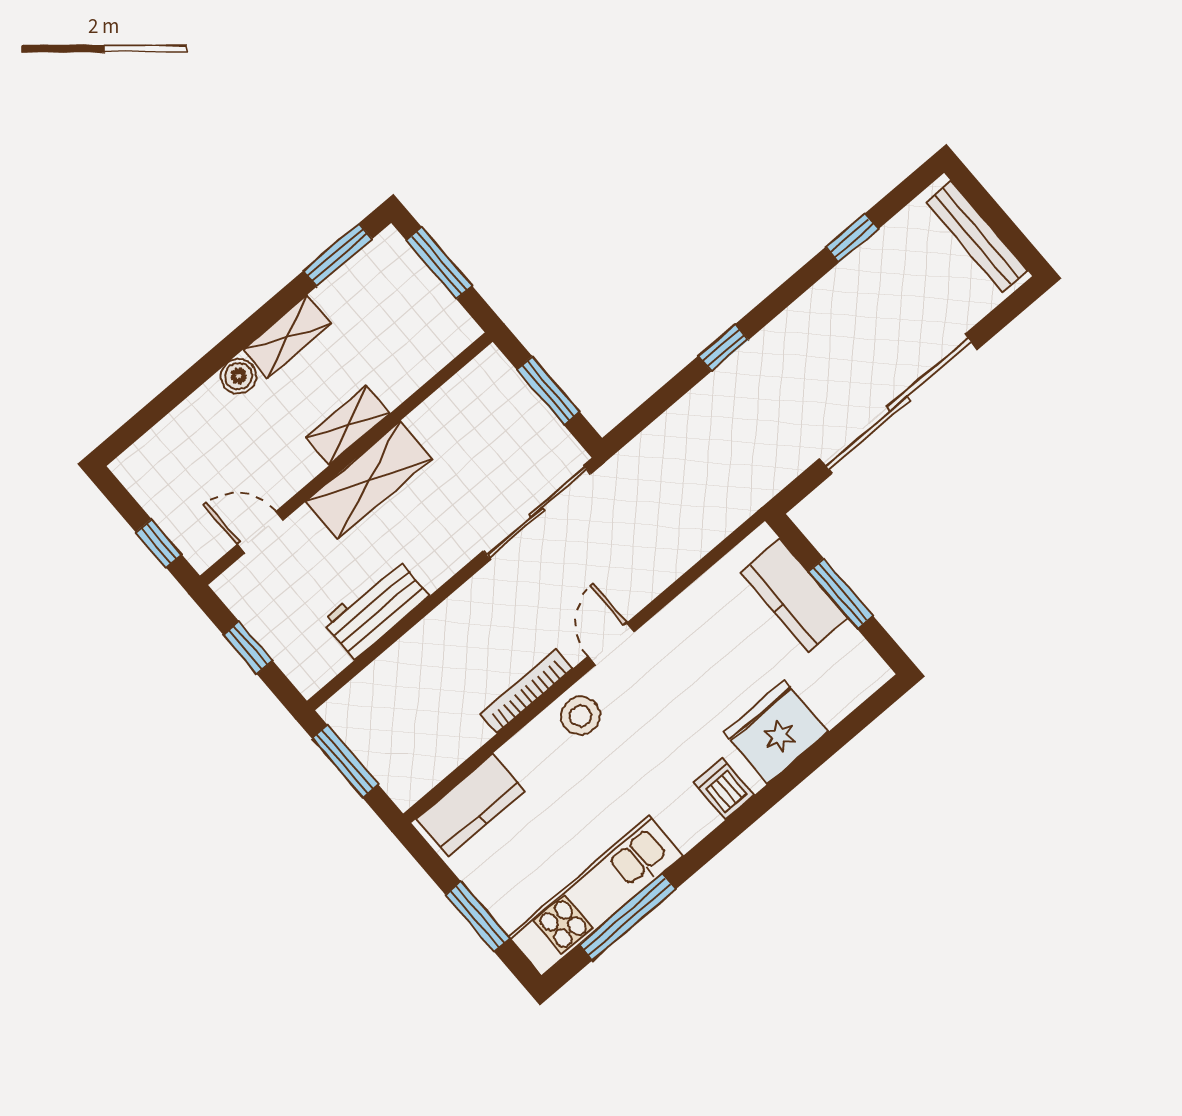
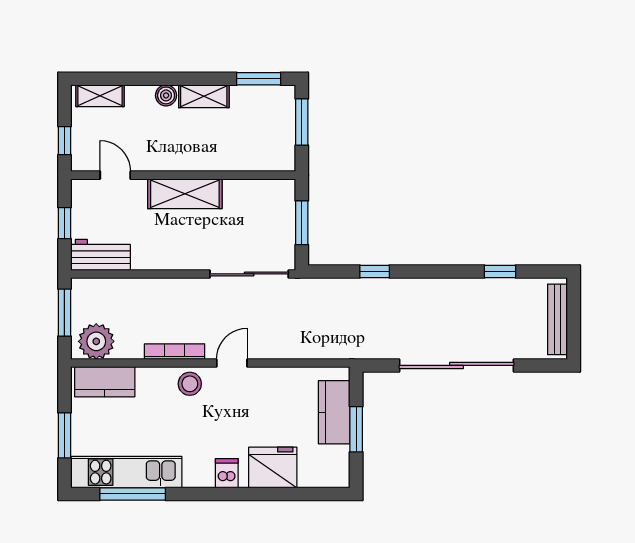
window: (723, 348) -> (375, 272), moved
shelving: (348, 425) -> (100, 96), moved
workbench: (376, 608) -> (100, 255), moved
plant: (416, 763) -> (96, 341), added

